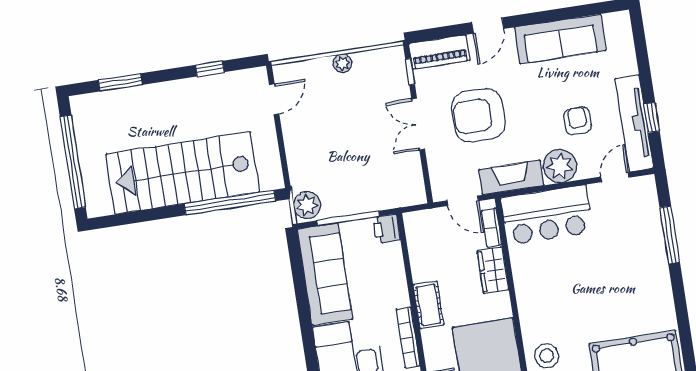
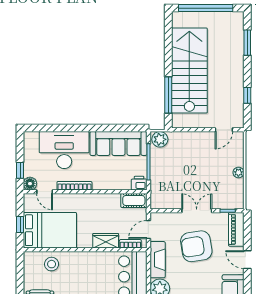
door: (274, 99) -> (224, 130), hinge flipped
armchair: (478, 115) -> (196, 246), turned -99
window: (230, 202) -> (168, 95), width x0.68
cot: (429, 305) -> (134, 201), moved

